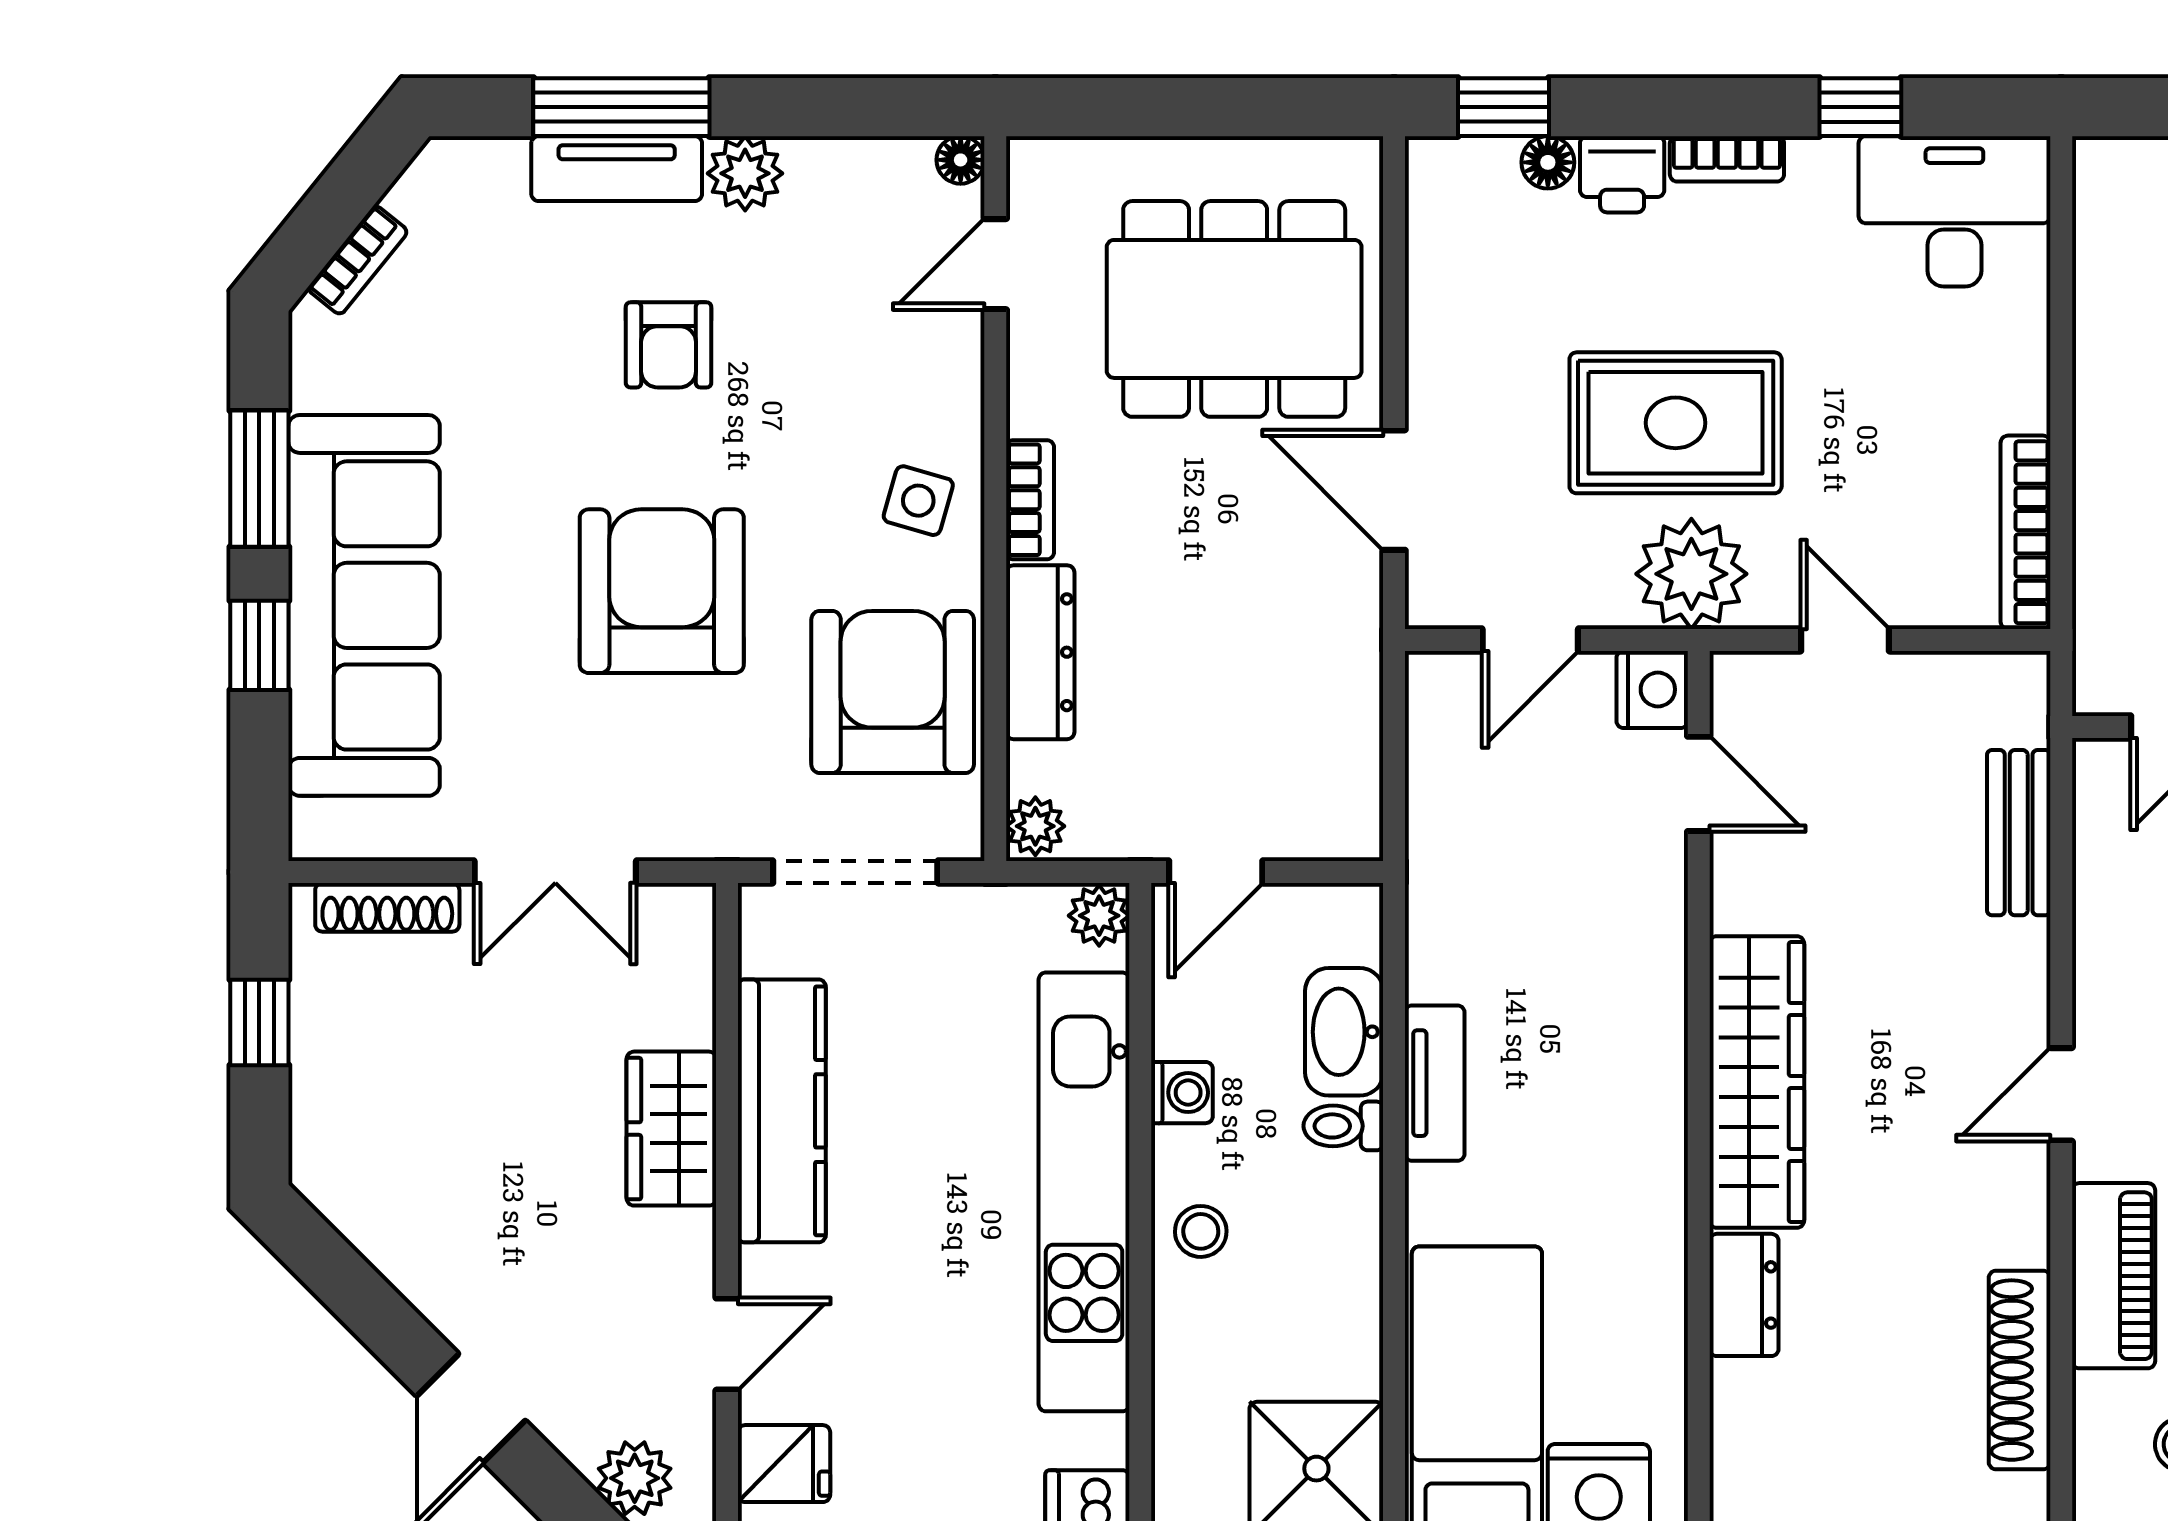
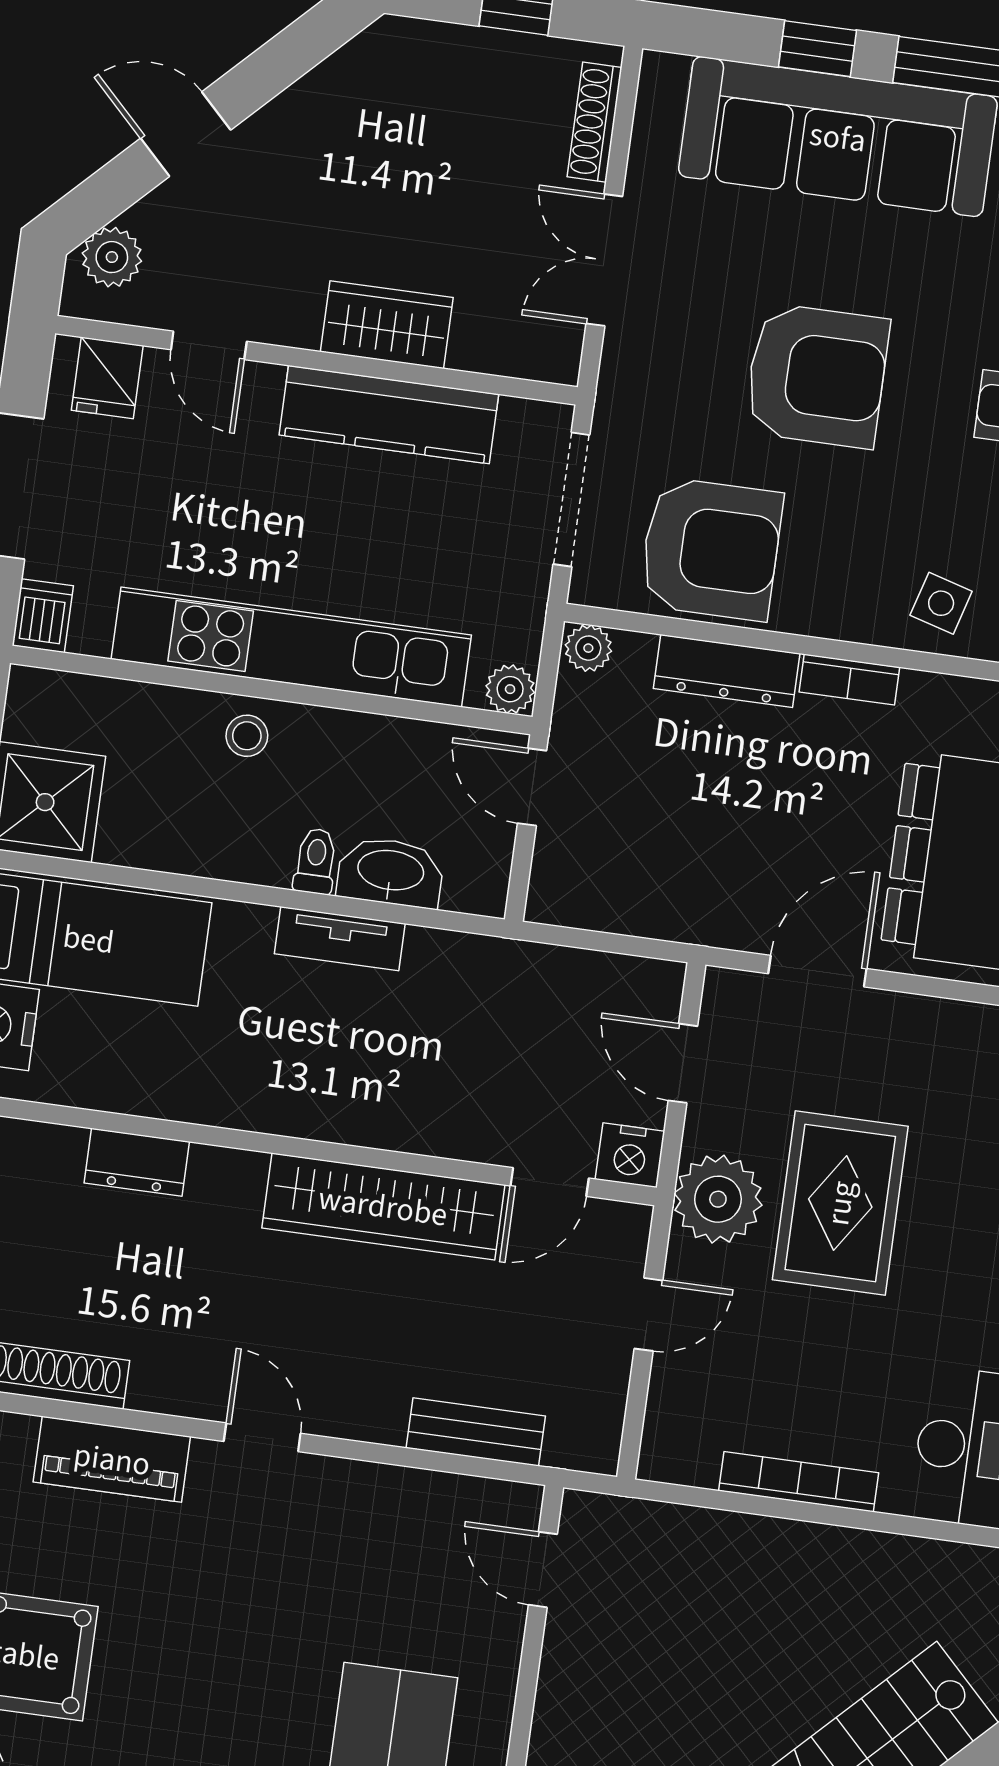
side table: (918, 501) -> (941, 603), moved
bookcase: (2026, 532) -> (799, 1482), moved
wardrobe: (1757, 1082) -> (383, 1206), moved
washing machine: (1182, 1093) -> (360, 736), removed

